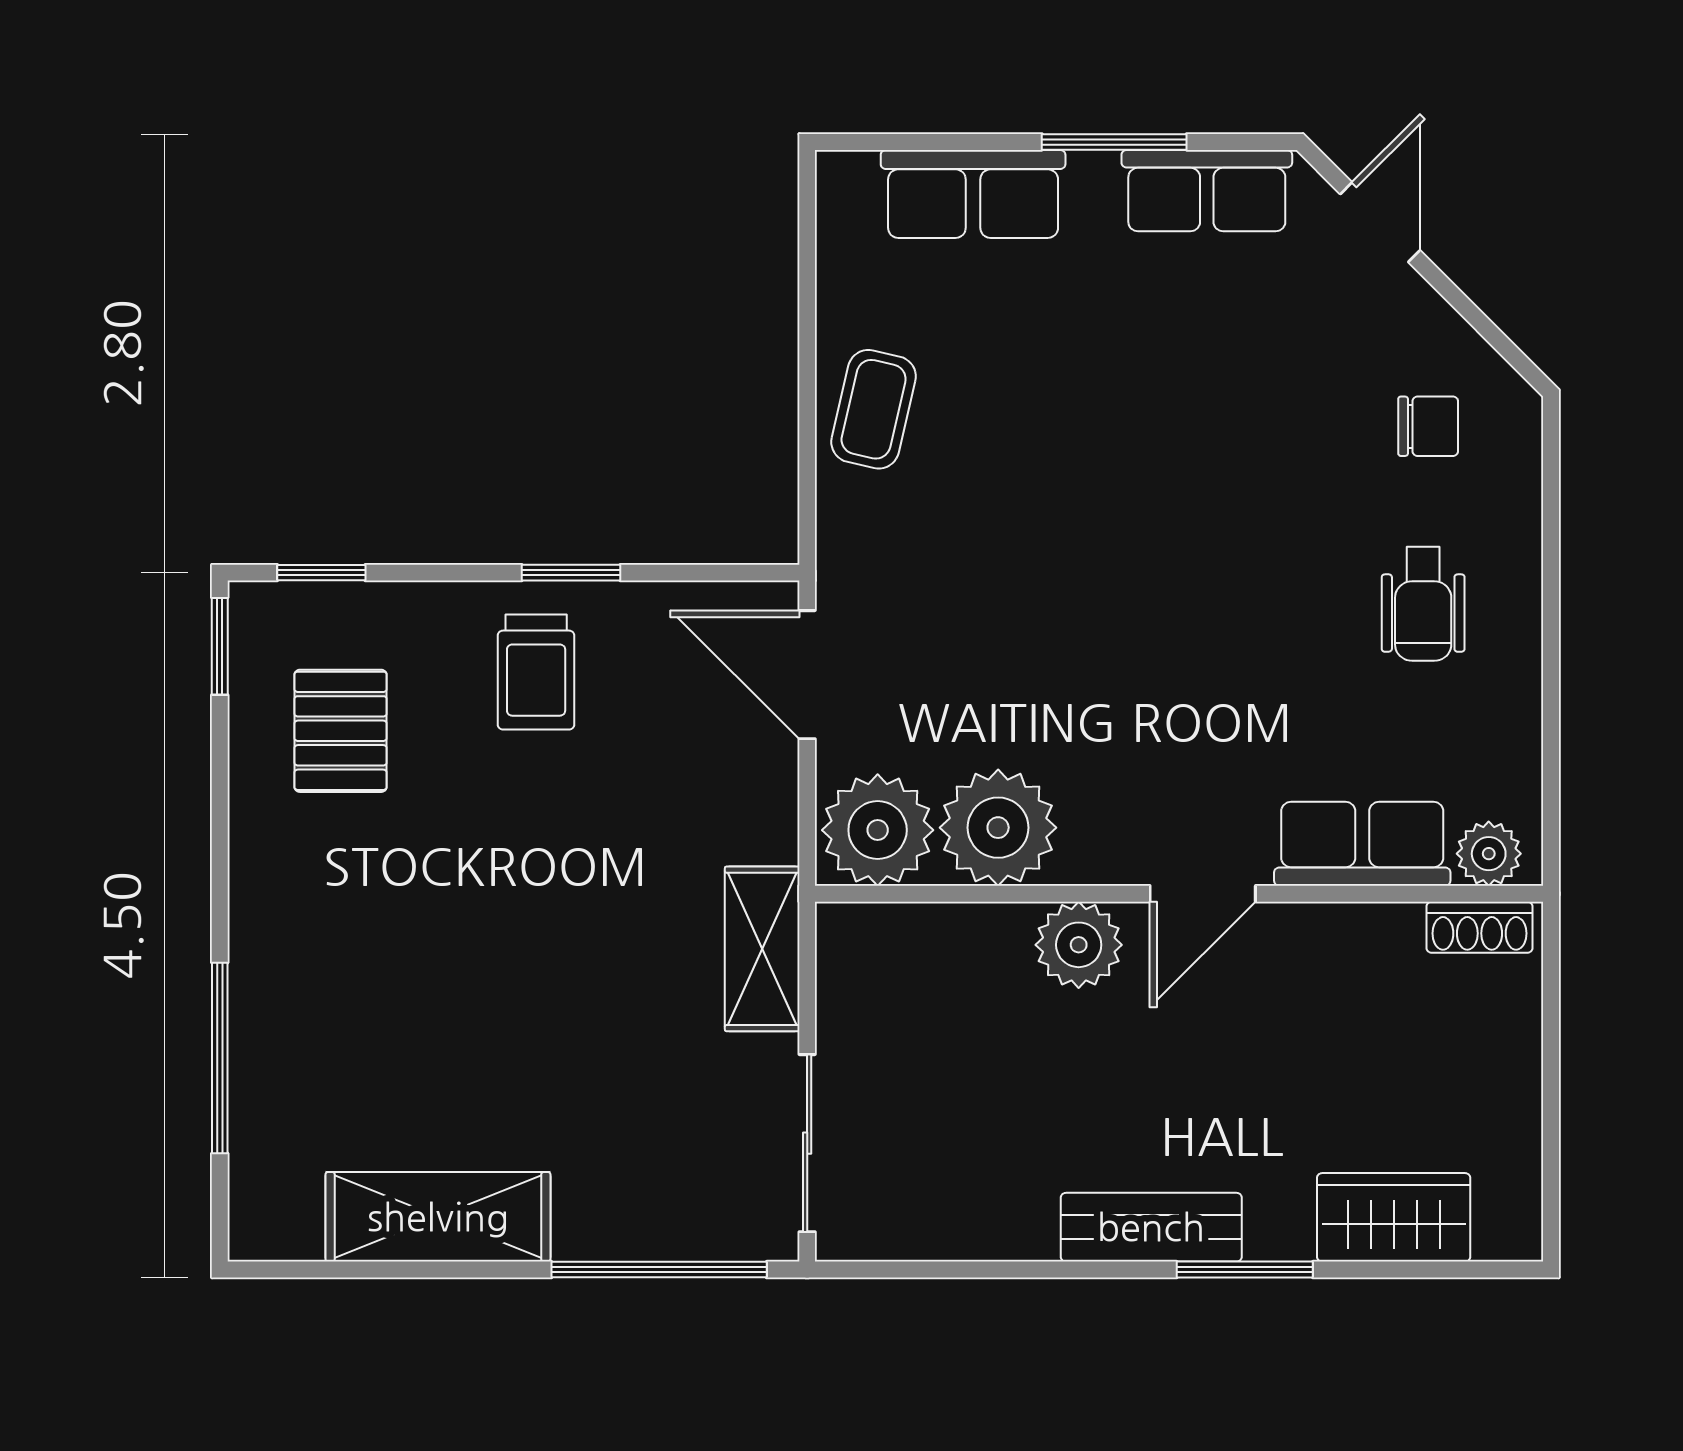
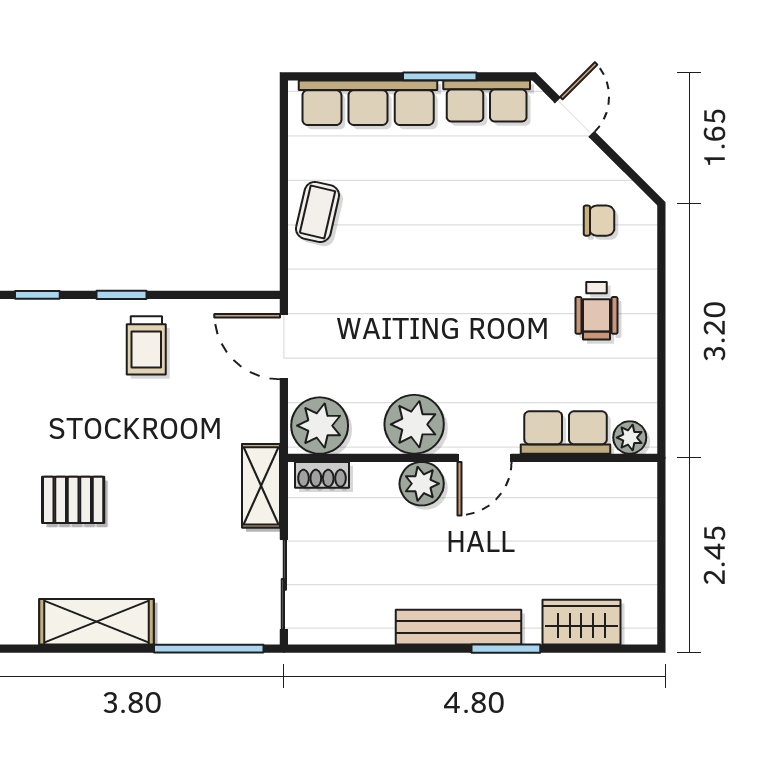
row of seats: (973, 194) -> (368, 103), width x1.48
window: (571, 573) -> (122, 295), moved
pallet: (341, 731) -> (73, 500), moved, turned 90
plant: (998, 828) -> (414, 424), moved
shoe rack: (1479, 927) -> (322, 475), moved
bench: (1151, 1227) -> (458, 627), width x1.36

